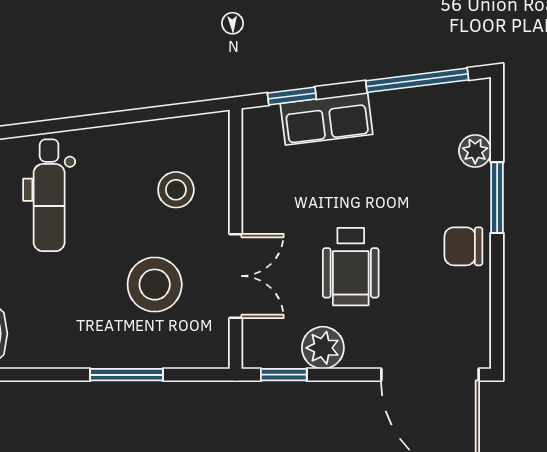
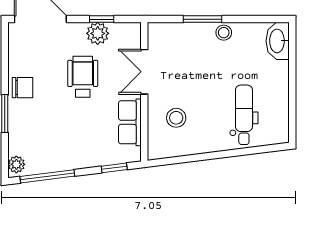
row of seats: (327, 119) -> (130, 122), moved, turned -83
plant: (475, 151) -> (16, 164), moved
stool: (155, 285) -> (224, 33), moved, width x0.53, depth x0.53
window: (284, 375) -> (102, 19), moved

